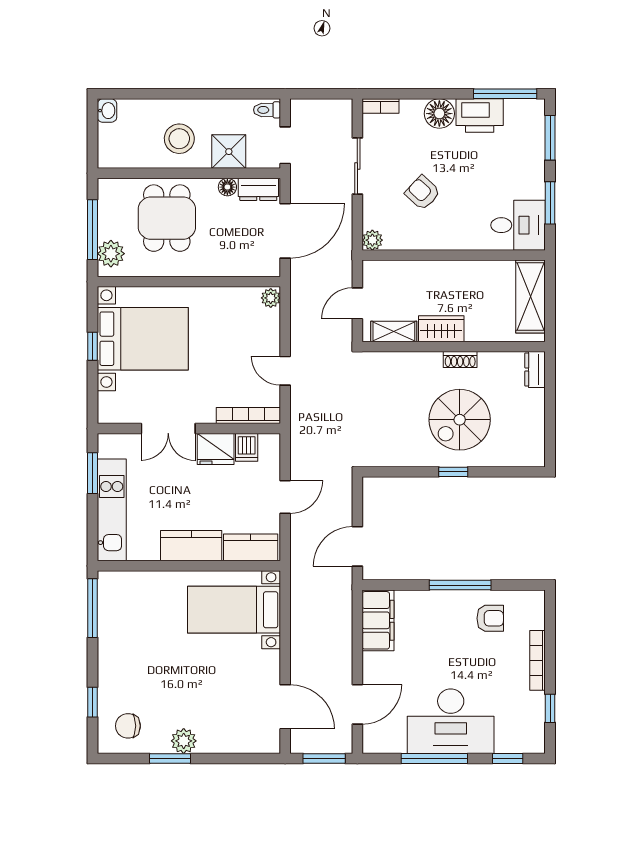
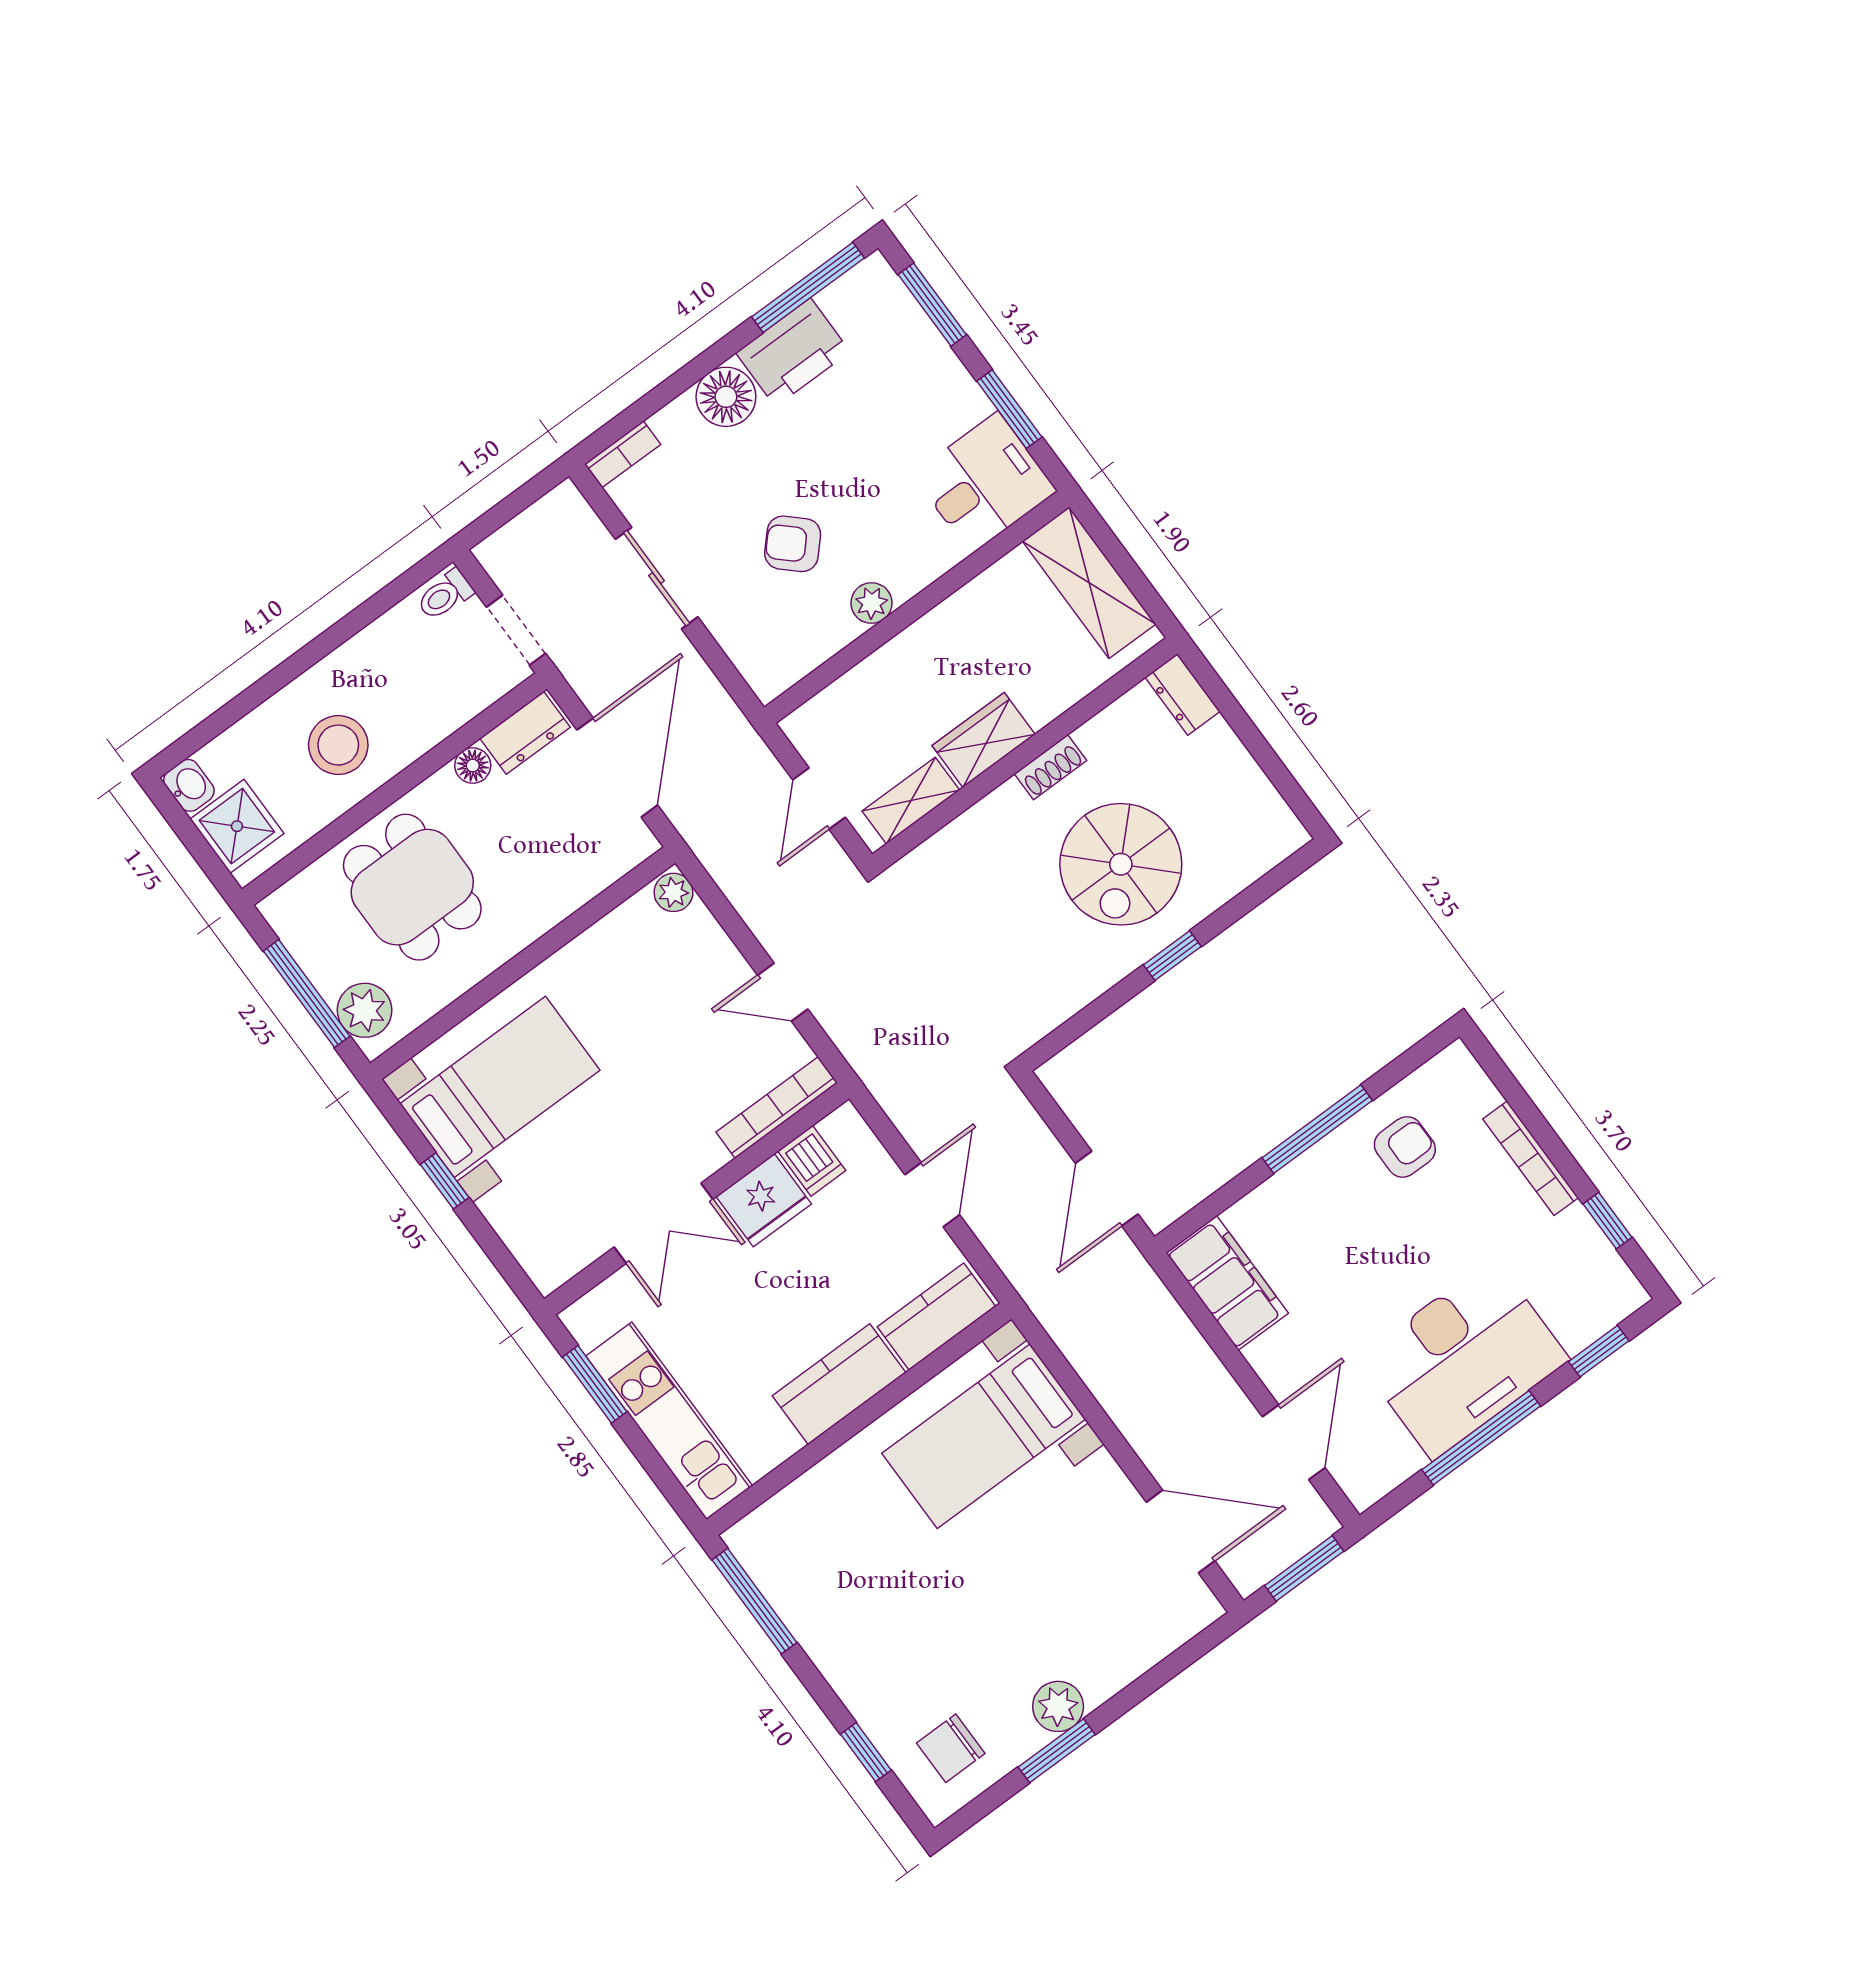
shower: (229, 152) -> (237, 826), moved
plant: (372, 240) -> (872, 603), moved
bed with nightstands: (143, 339) -> (500, 1087), width x0.73

